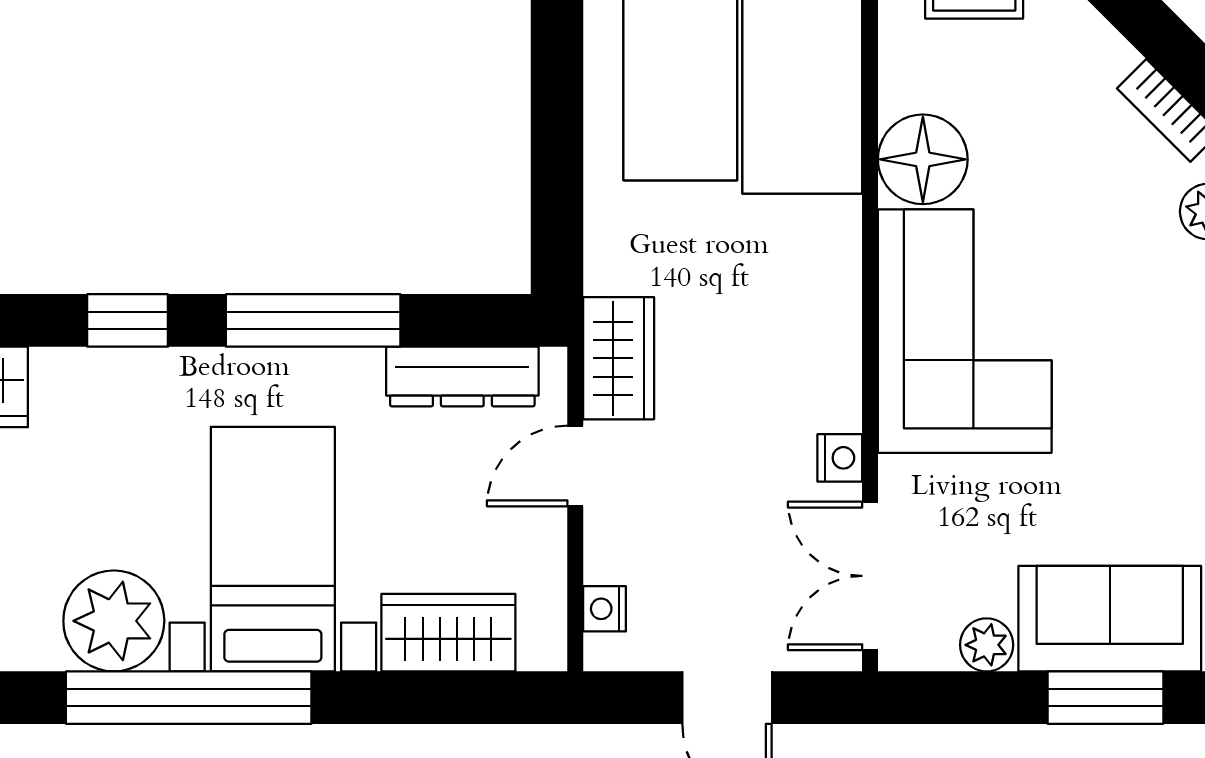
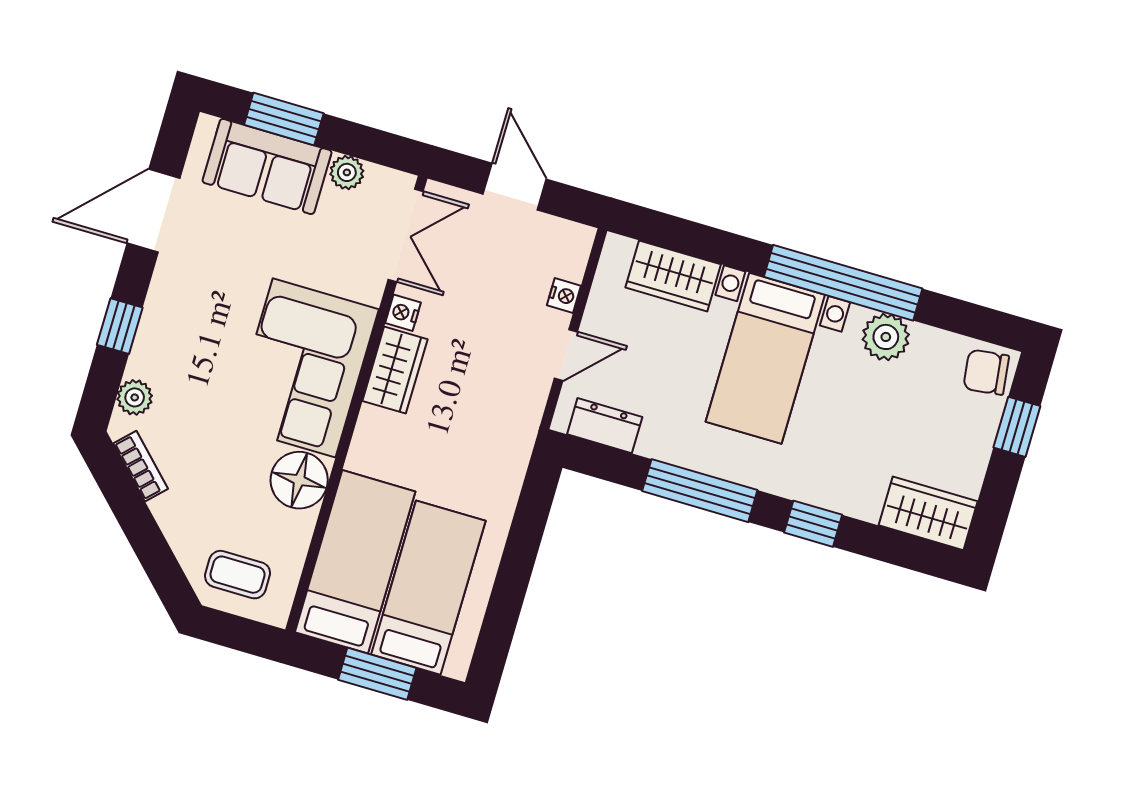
wardrobe: (619, 358) -> (395, 370), moved, turned 180
dresser: (462, 376) -> (605, 426), width x0.70
nightstand: (605, 609) -> (564, 295), moved
plant: (114, 621) -> (886, 337), width x0.73, depth x0.73

